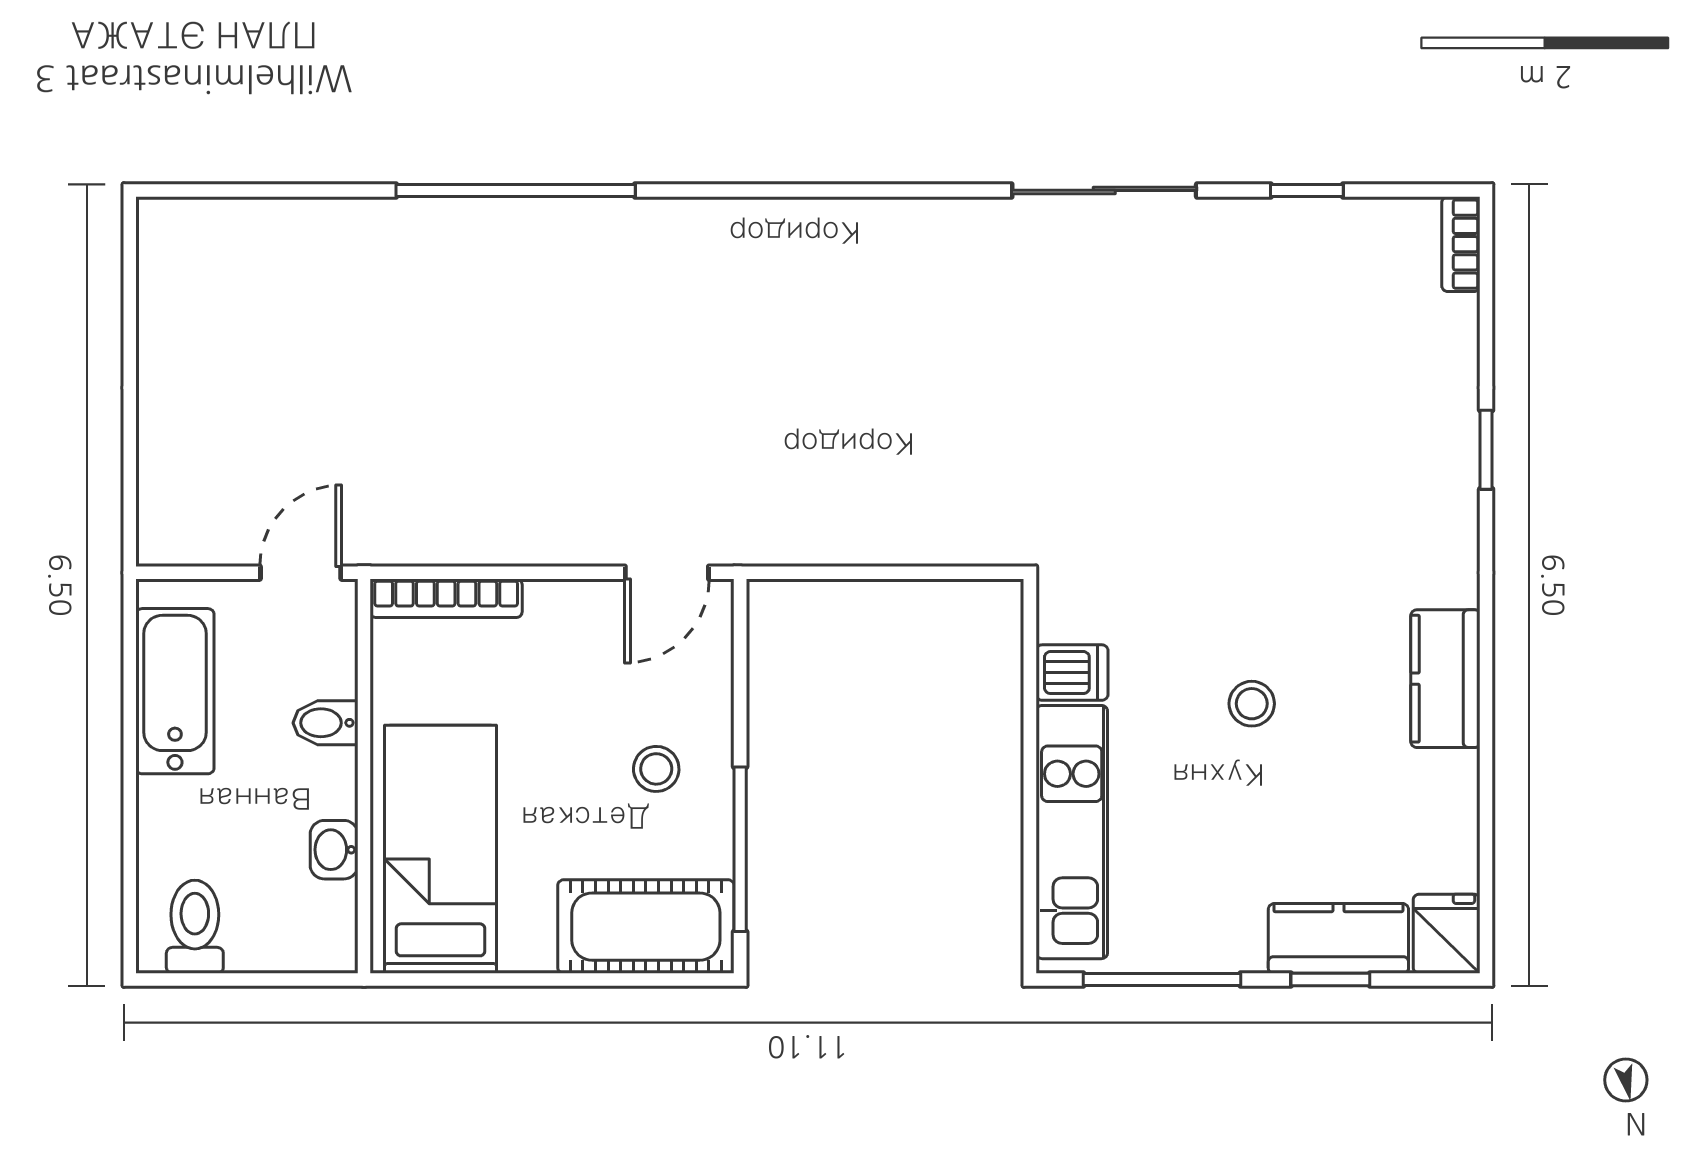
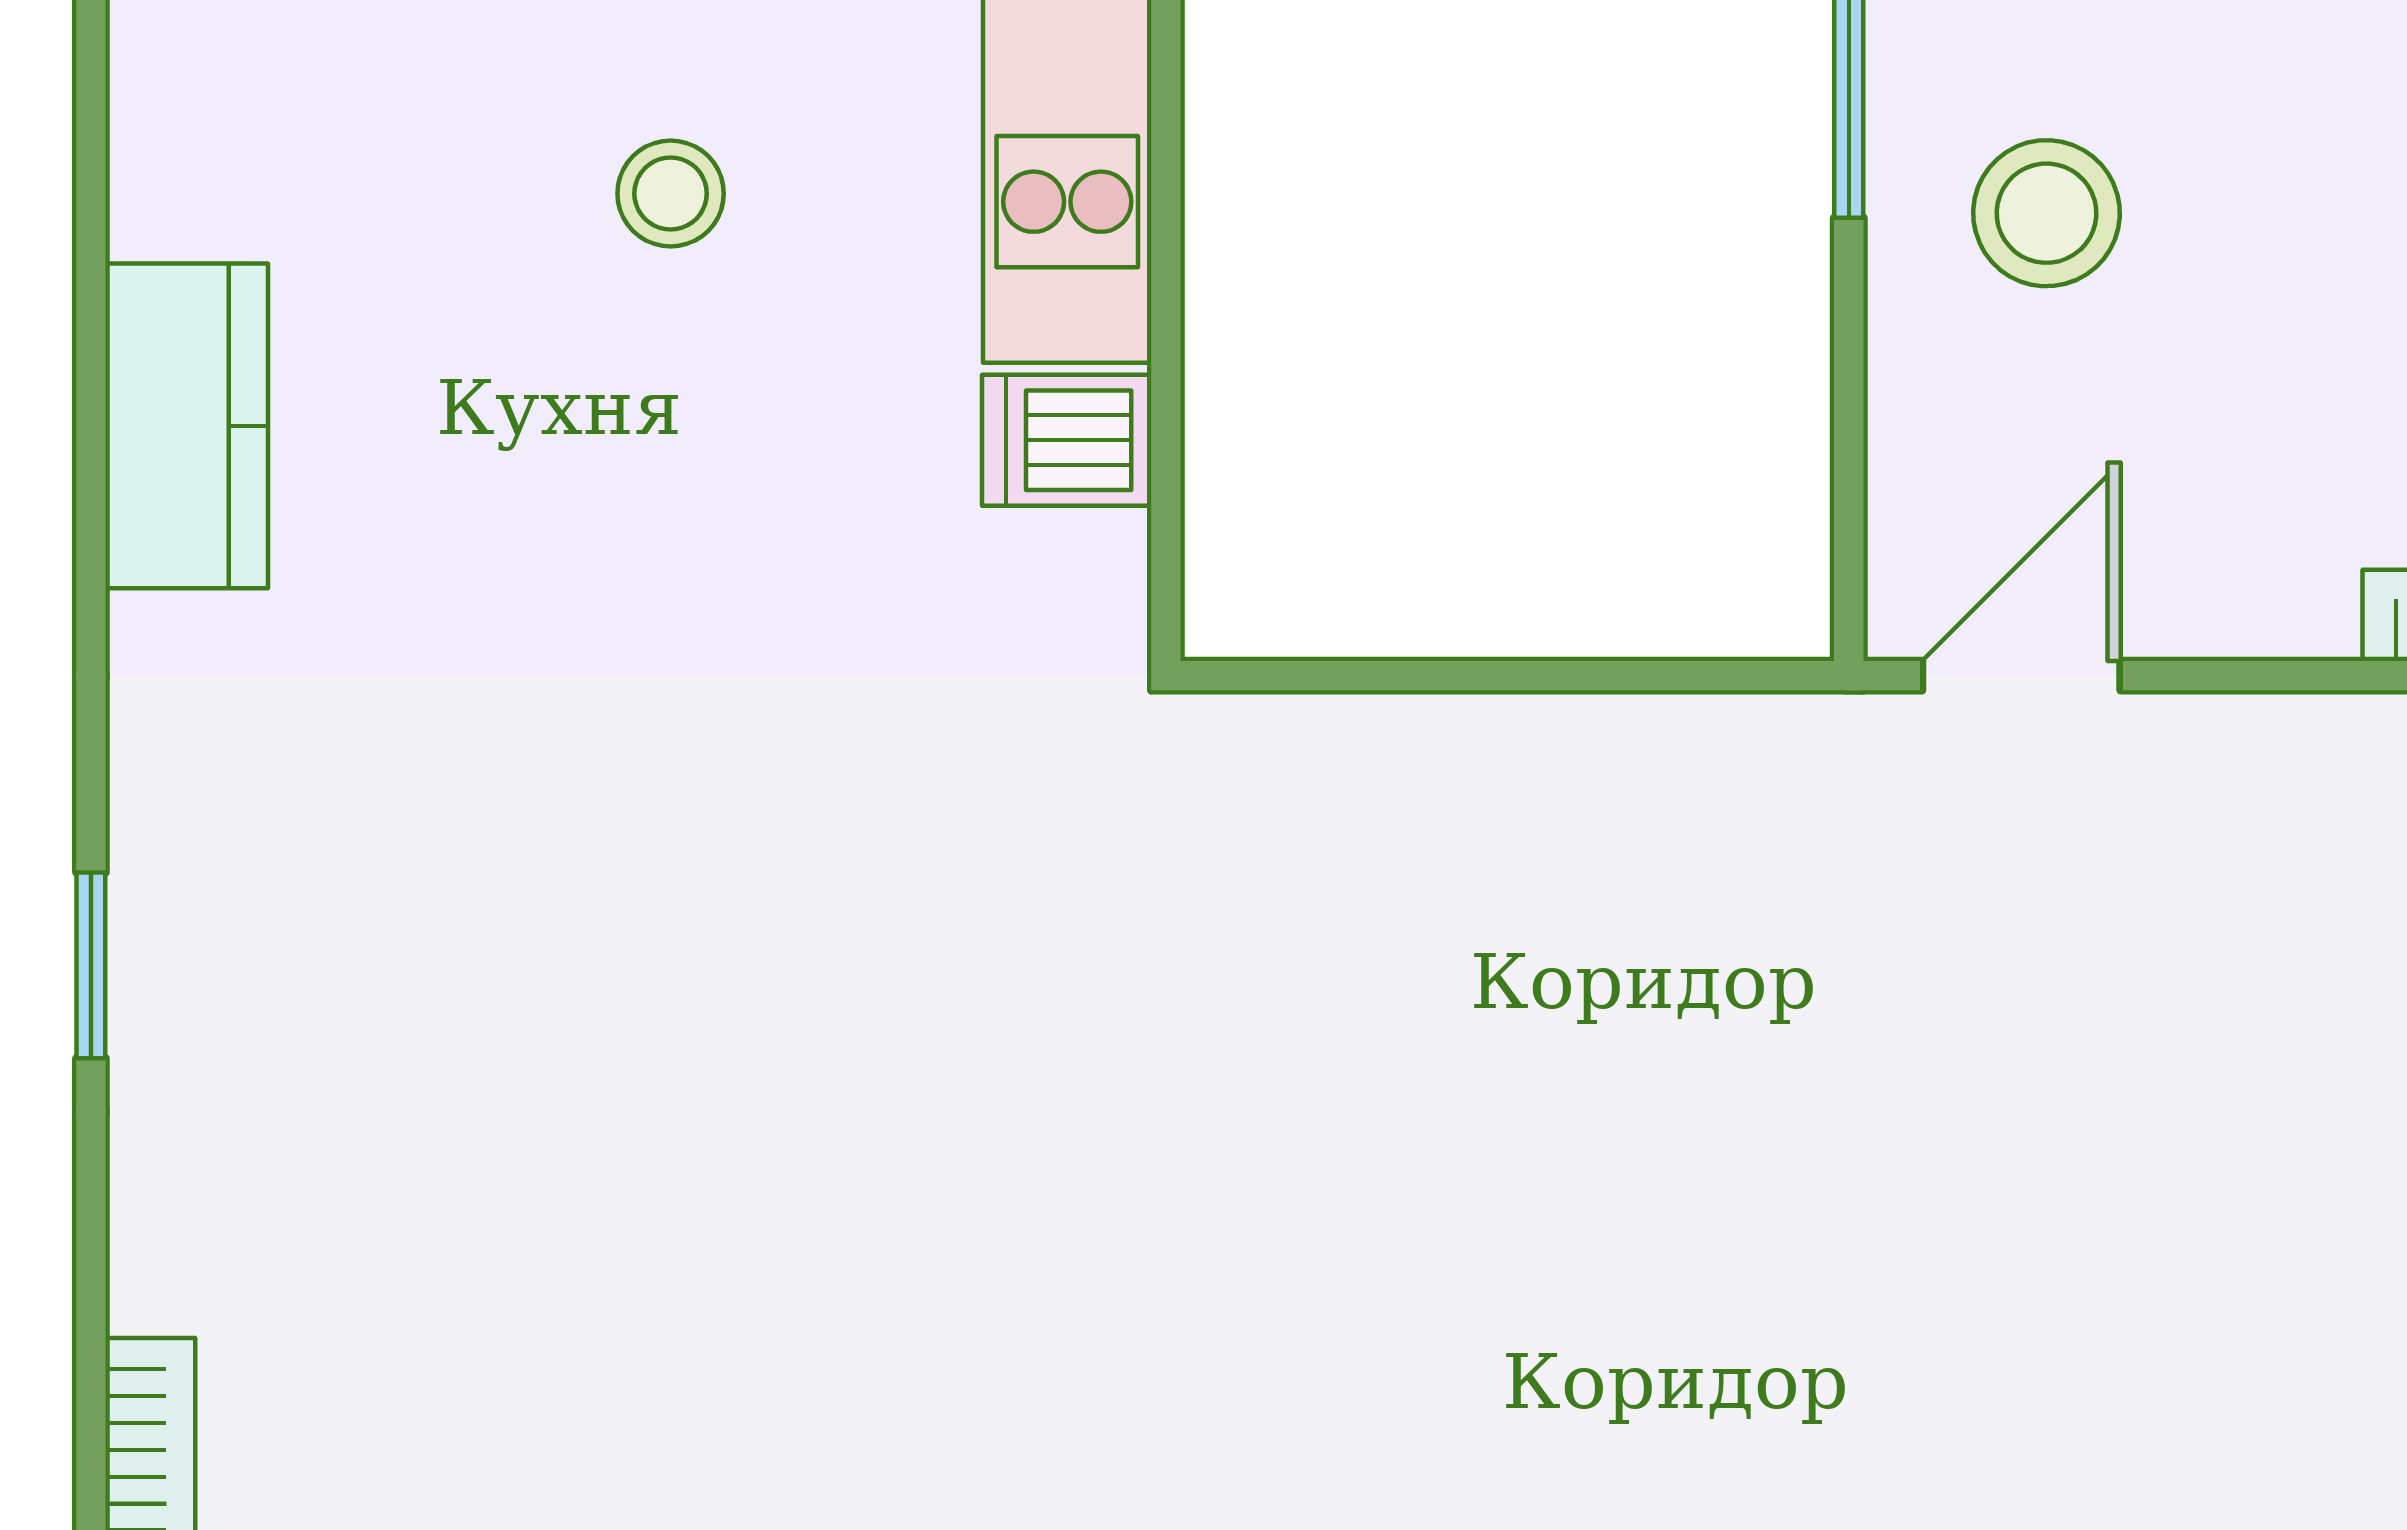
stool: (1252, 704) -> (671, 194), moved
stool: (656, 769) -> (2047, 213), width x1.37, depth x1.37

